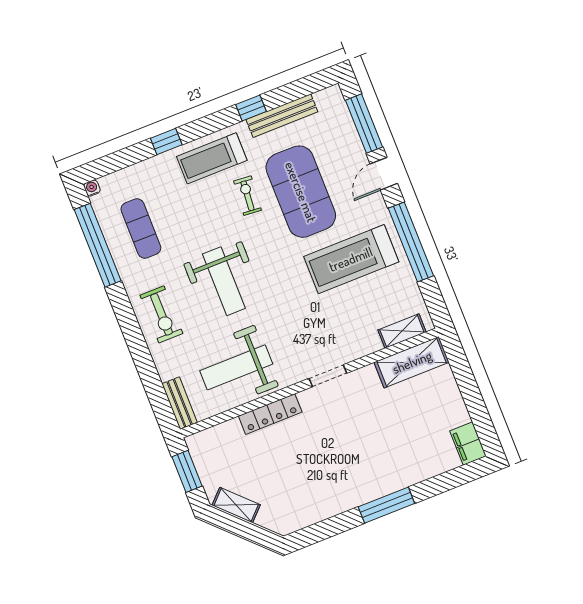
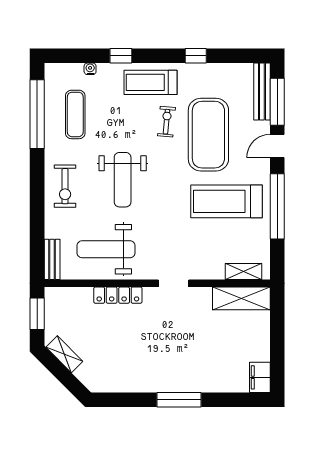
bench: (282, 116) -> (262, 92), moved, turned 90
water cooler: (92, 188) -> (90, 69), moved

